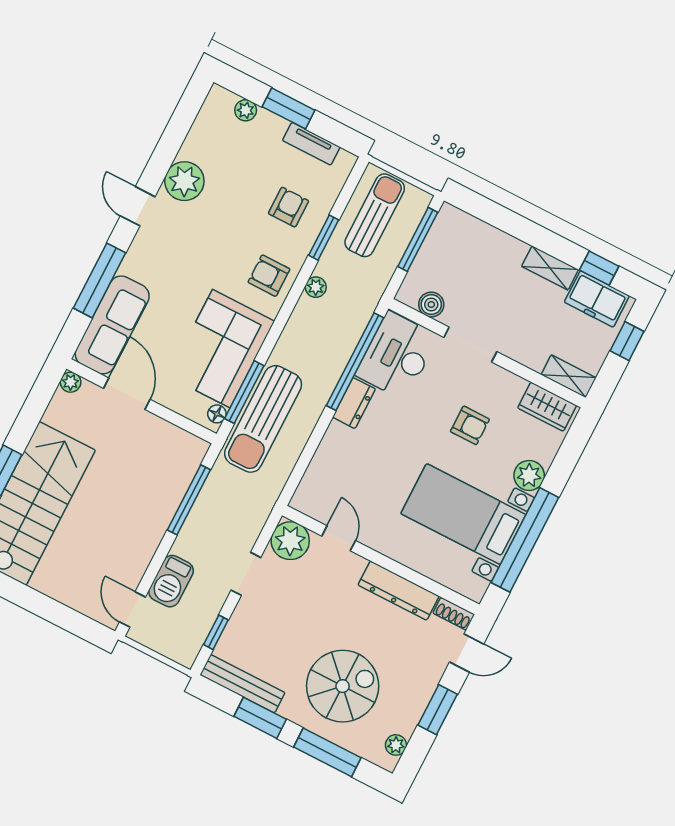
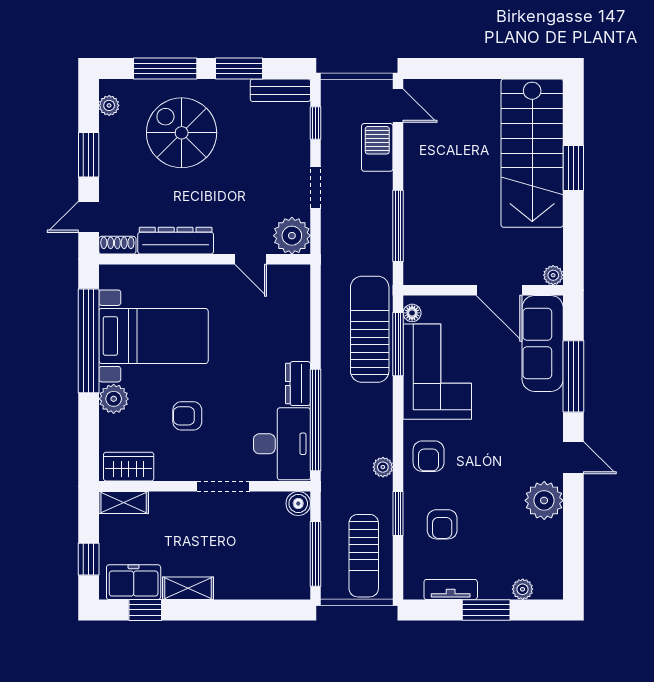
armchair: (269, 276) -> (429, 456), turned 90
boiler: (431, 305) -> (298, 503), moved
bench: (243, 684) -> (280, 90), width x0.73
spiral stairs: (343, 686) -> (182, 133), turned 90

